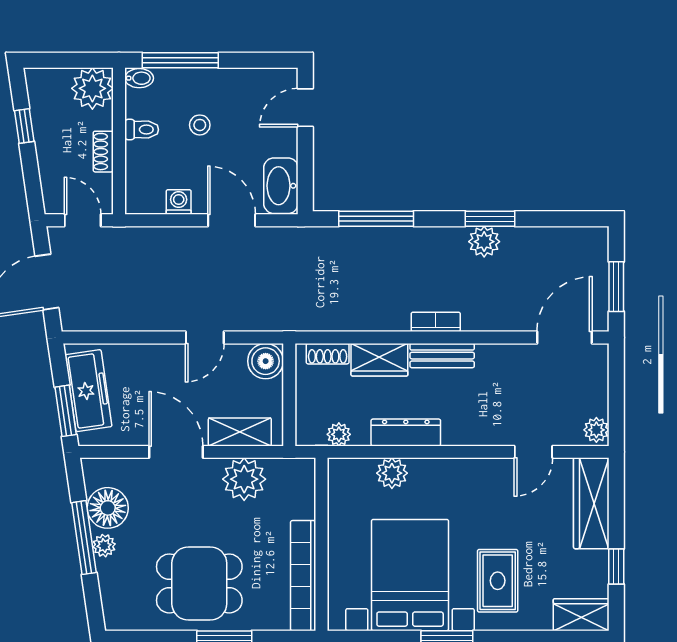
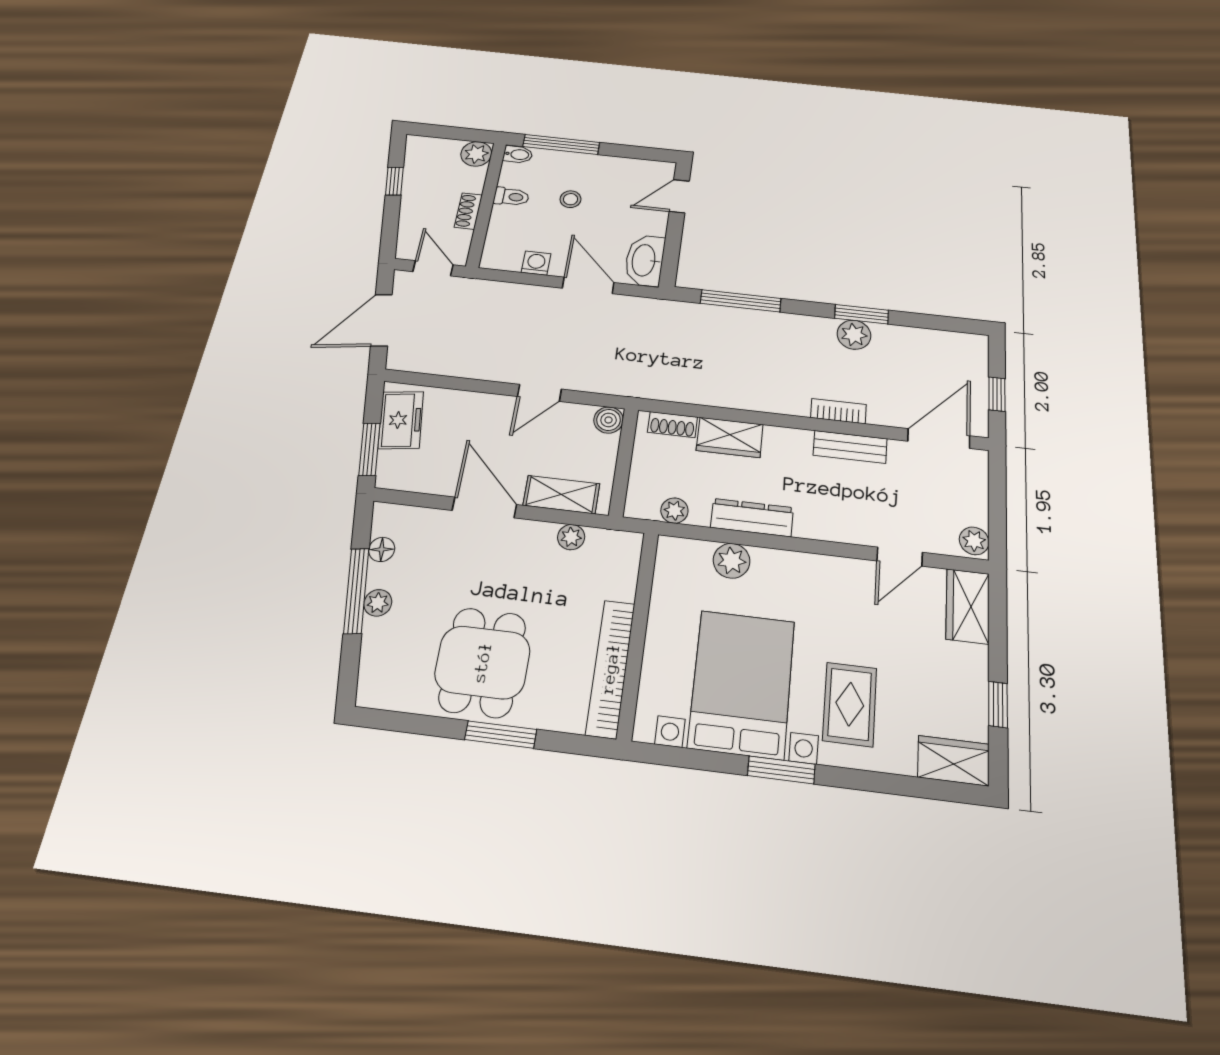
plant: (92, 88) -> (476, 154), width x0.73, depth x0.73
window: (616, 287) -> (997, 394), width x0.67
bookcase: (436, 322) -> (838, 411), moved
bench: (442, 356) -> (850, 447), moved
boiler: (266, 361) -> (609, 420), width x0.73, depth x0.73
freezer: (88, 391) -> (401, 420), width x0.71
plant: (244, 479) -> (571, 537), width x0.53, depth x0.53
wardrobe: (591, 503) -> (968, 606), width x0.67
floor lamp: (108, 508) -> (382, 549), width x0.53, depth x0.53
dining table: (199, 583) -> (483, 662), turned 90

